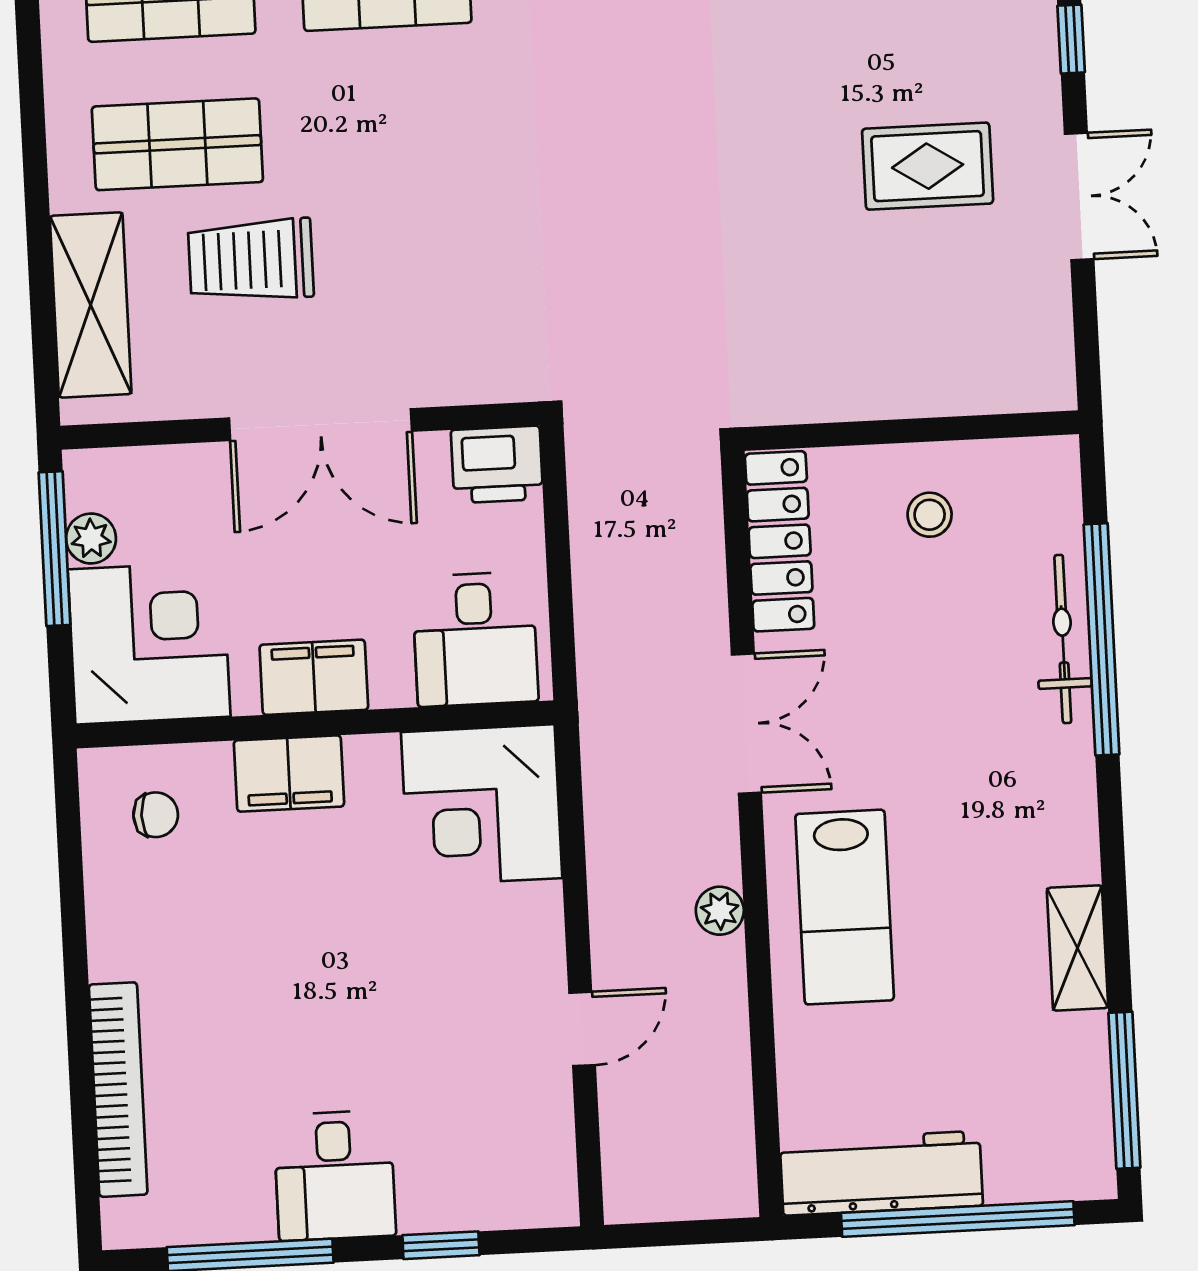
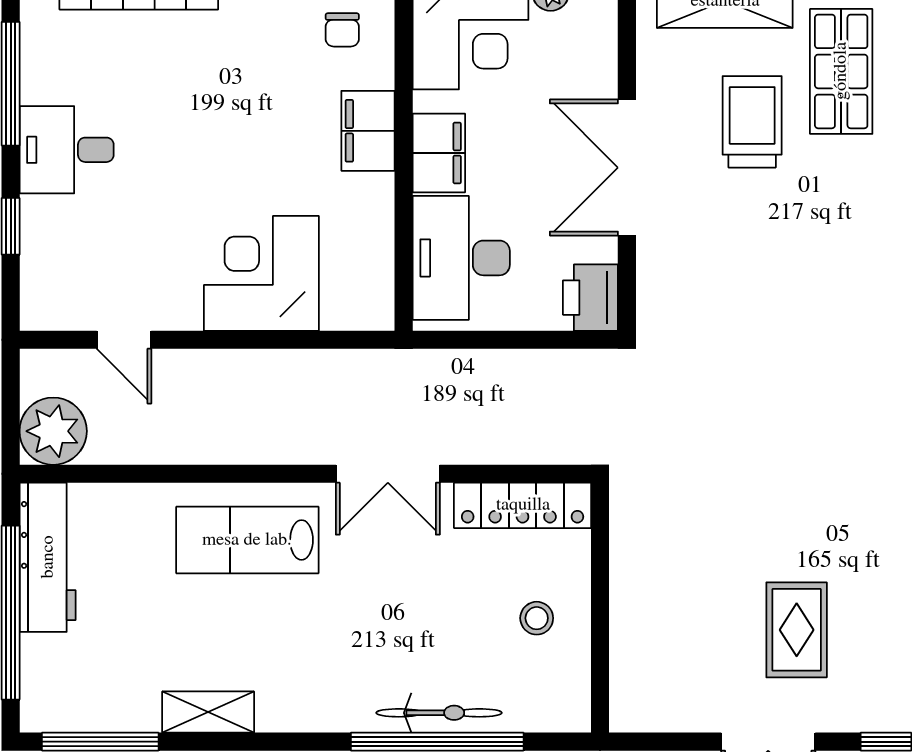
desk: (475, 639) -> (461, 258), width x1.37
corner desk: (482, 805) -> (261, 273), moved
plant: (720, 911) -> (53, 431), moved, width x1.88, depth x1.88
door: (582, 1029) -> (124, 340), moved

